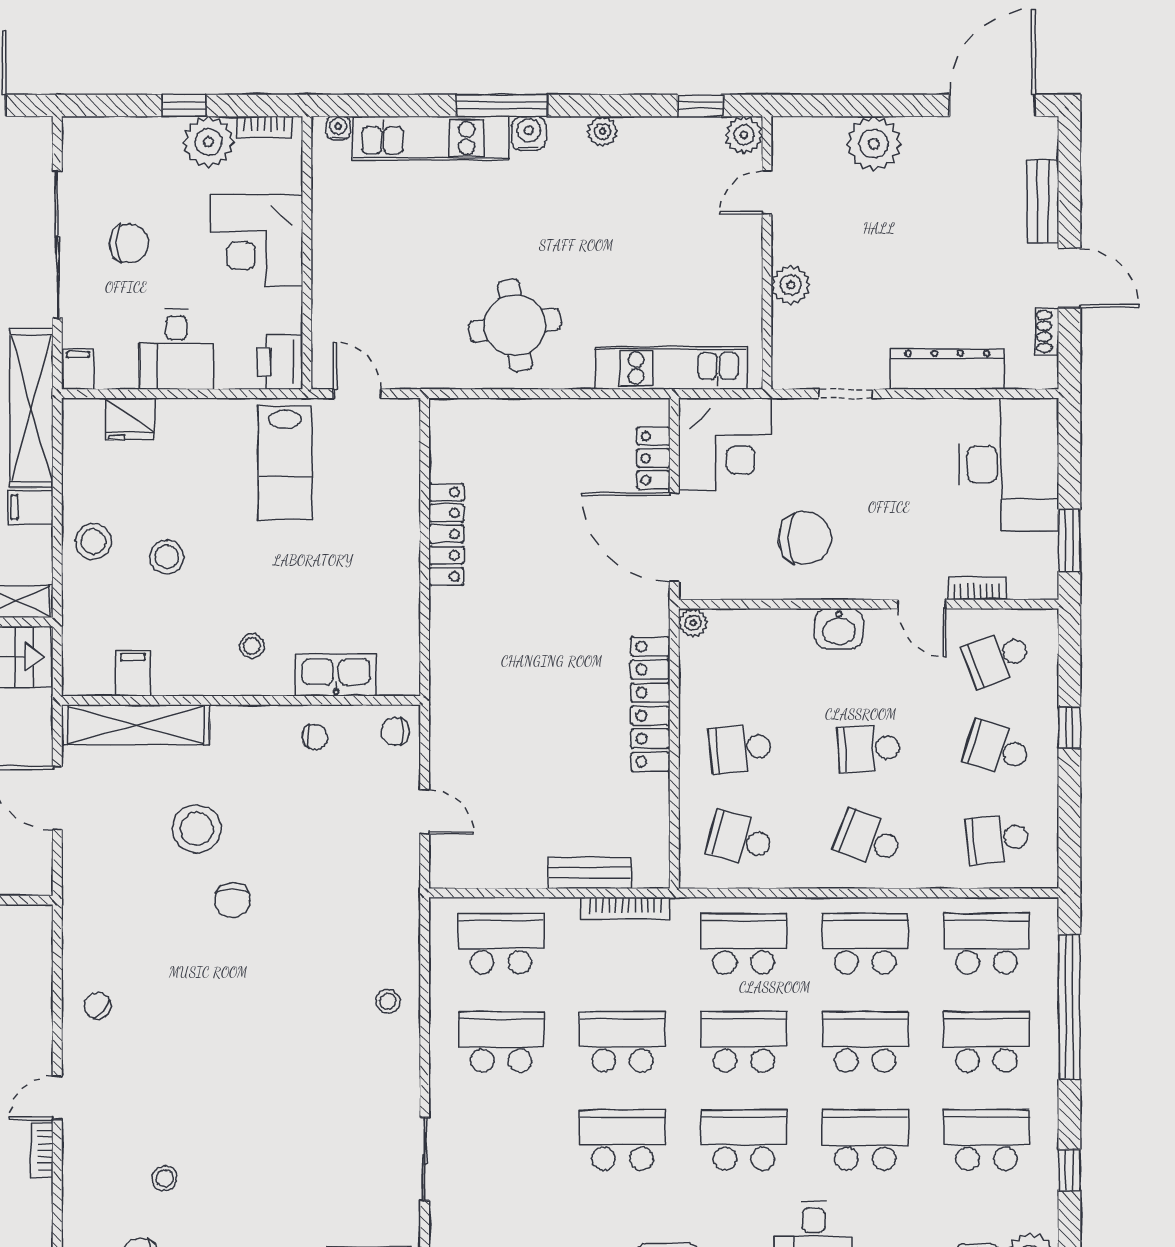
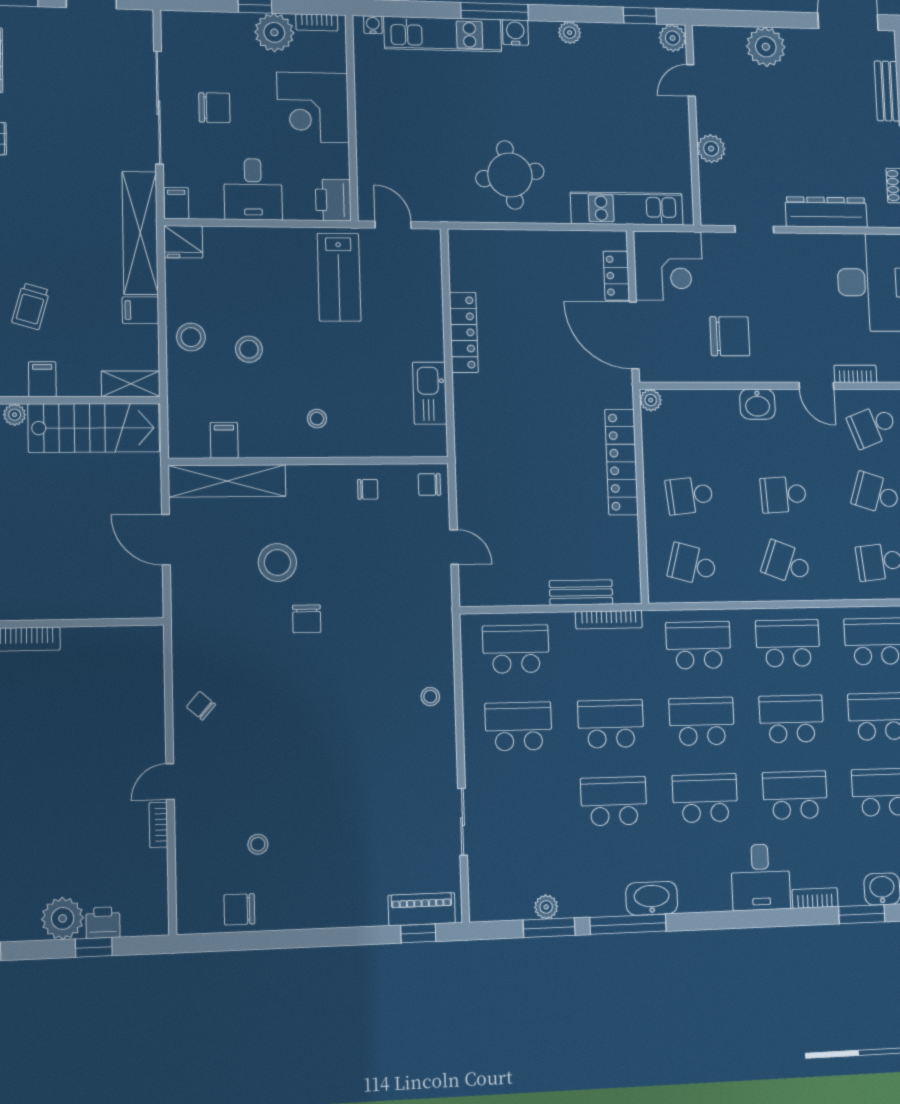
fridge: (130, 419) -> (183, 242), moved
kitchen sink: (336, 675) -> (430, 393), moved, turned -90

